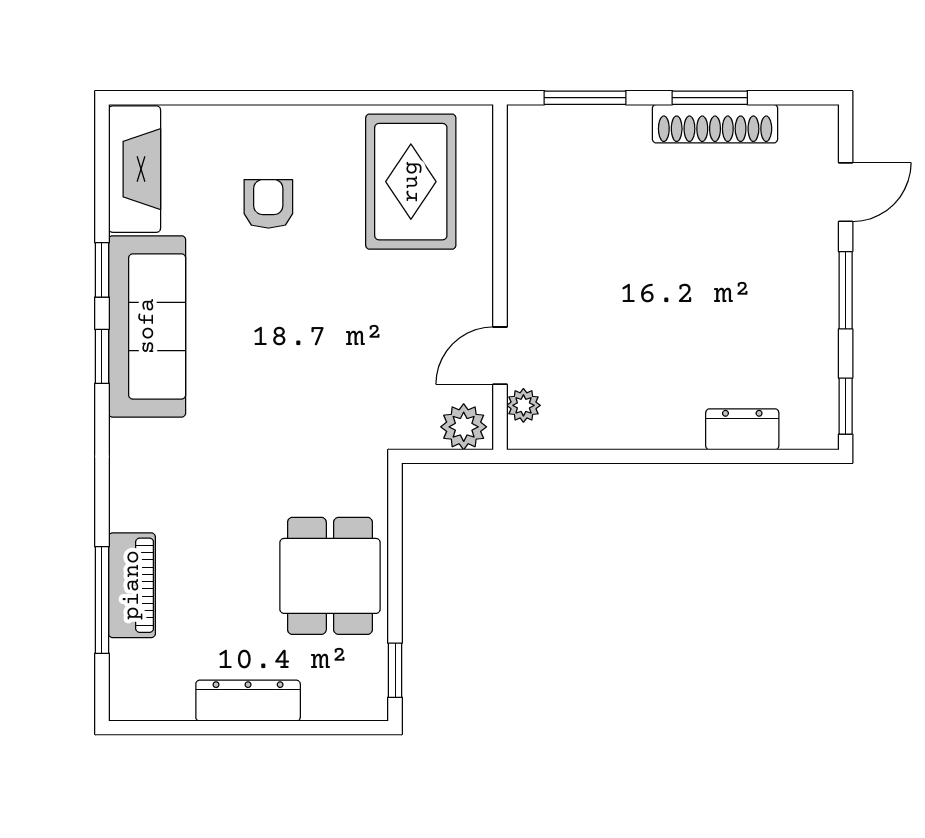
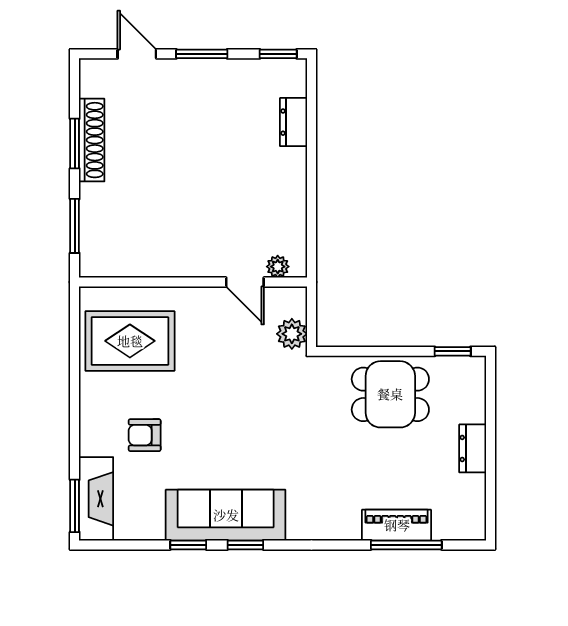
window: (161, 98) -> (75, 506), added
fireplace: (135, 169) -> (96, 499), moved, turned 90
plant: (464, 427) -> (292, 334), moved
dresser: (248, 701) -> (473, 448), width x0.70

